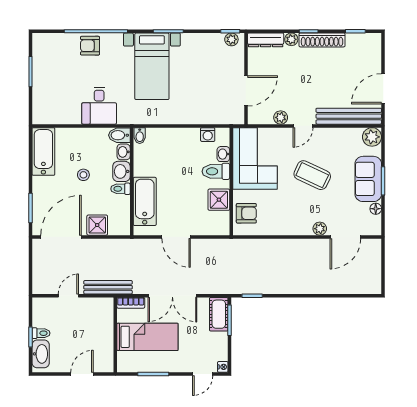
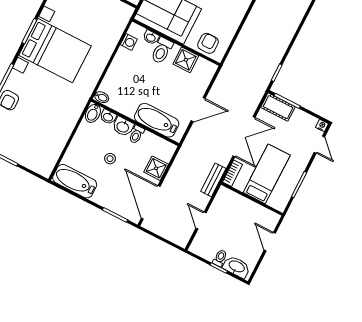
bed with nightstands: (152, 66) -> (55, 51), width x1.36
desk: (99, 106) -> (61, 117), removed
bench: (108, 287) -> (213, 180), width x0.73

